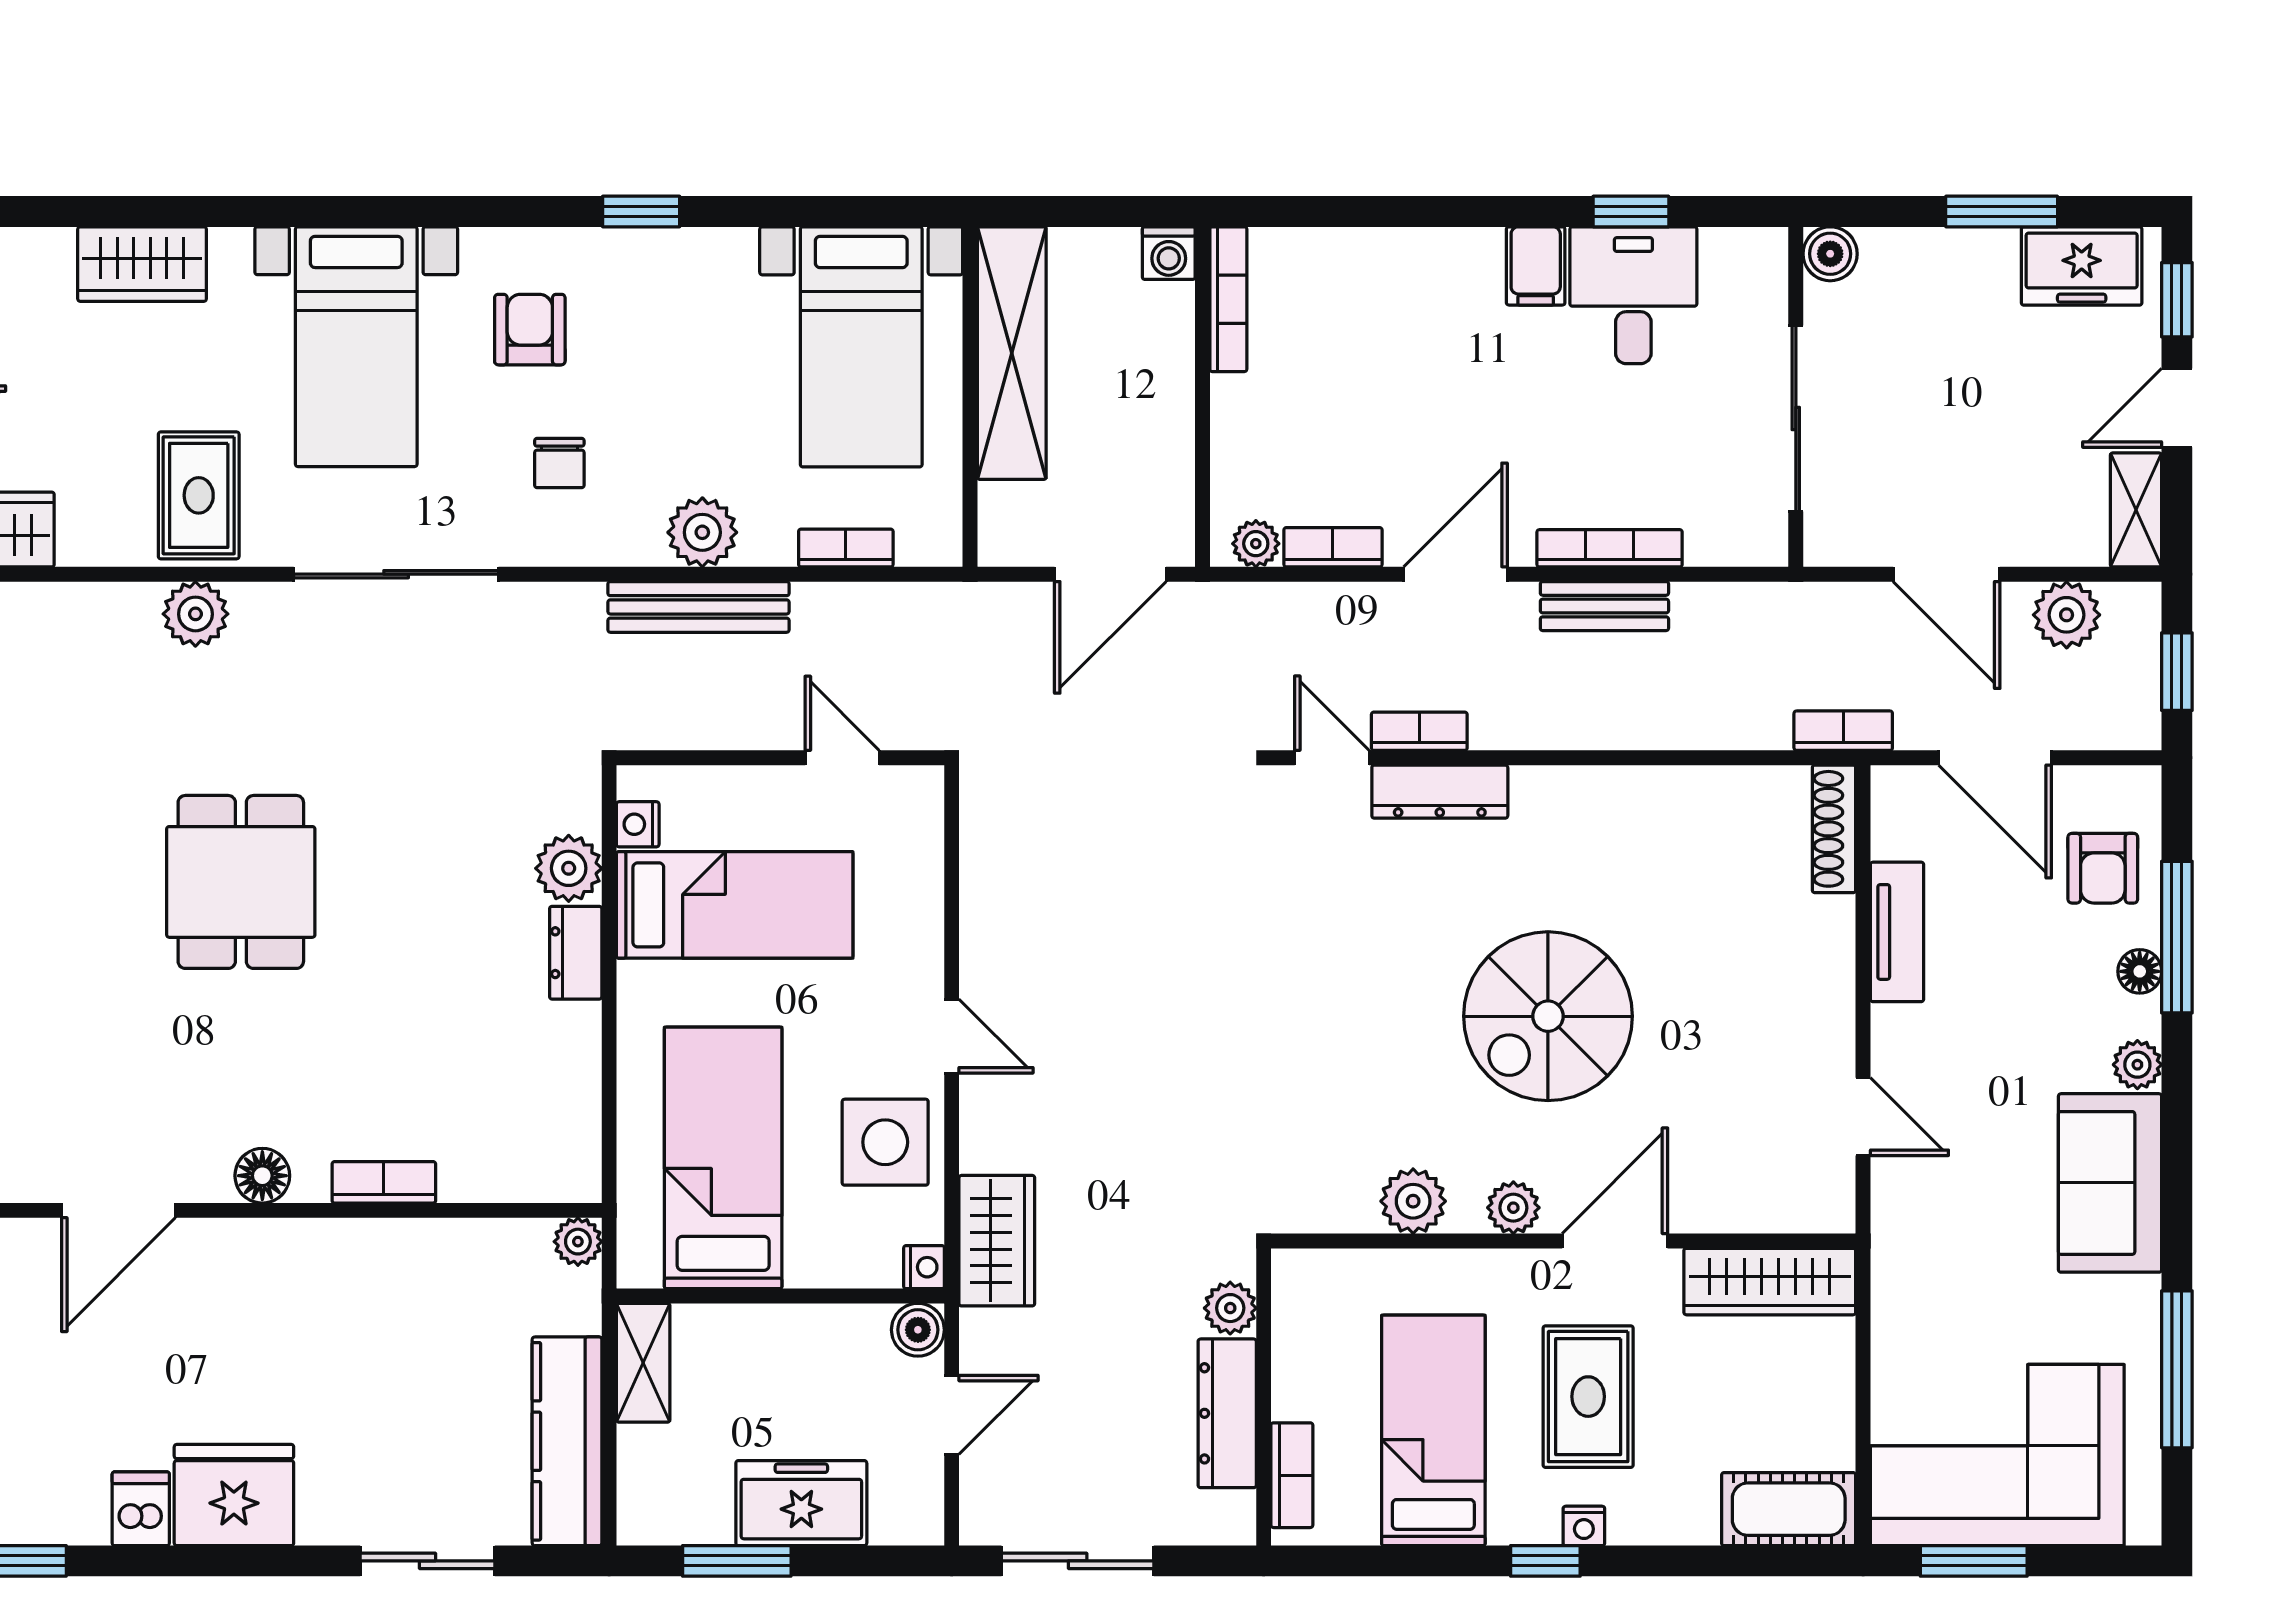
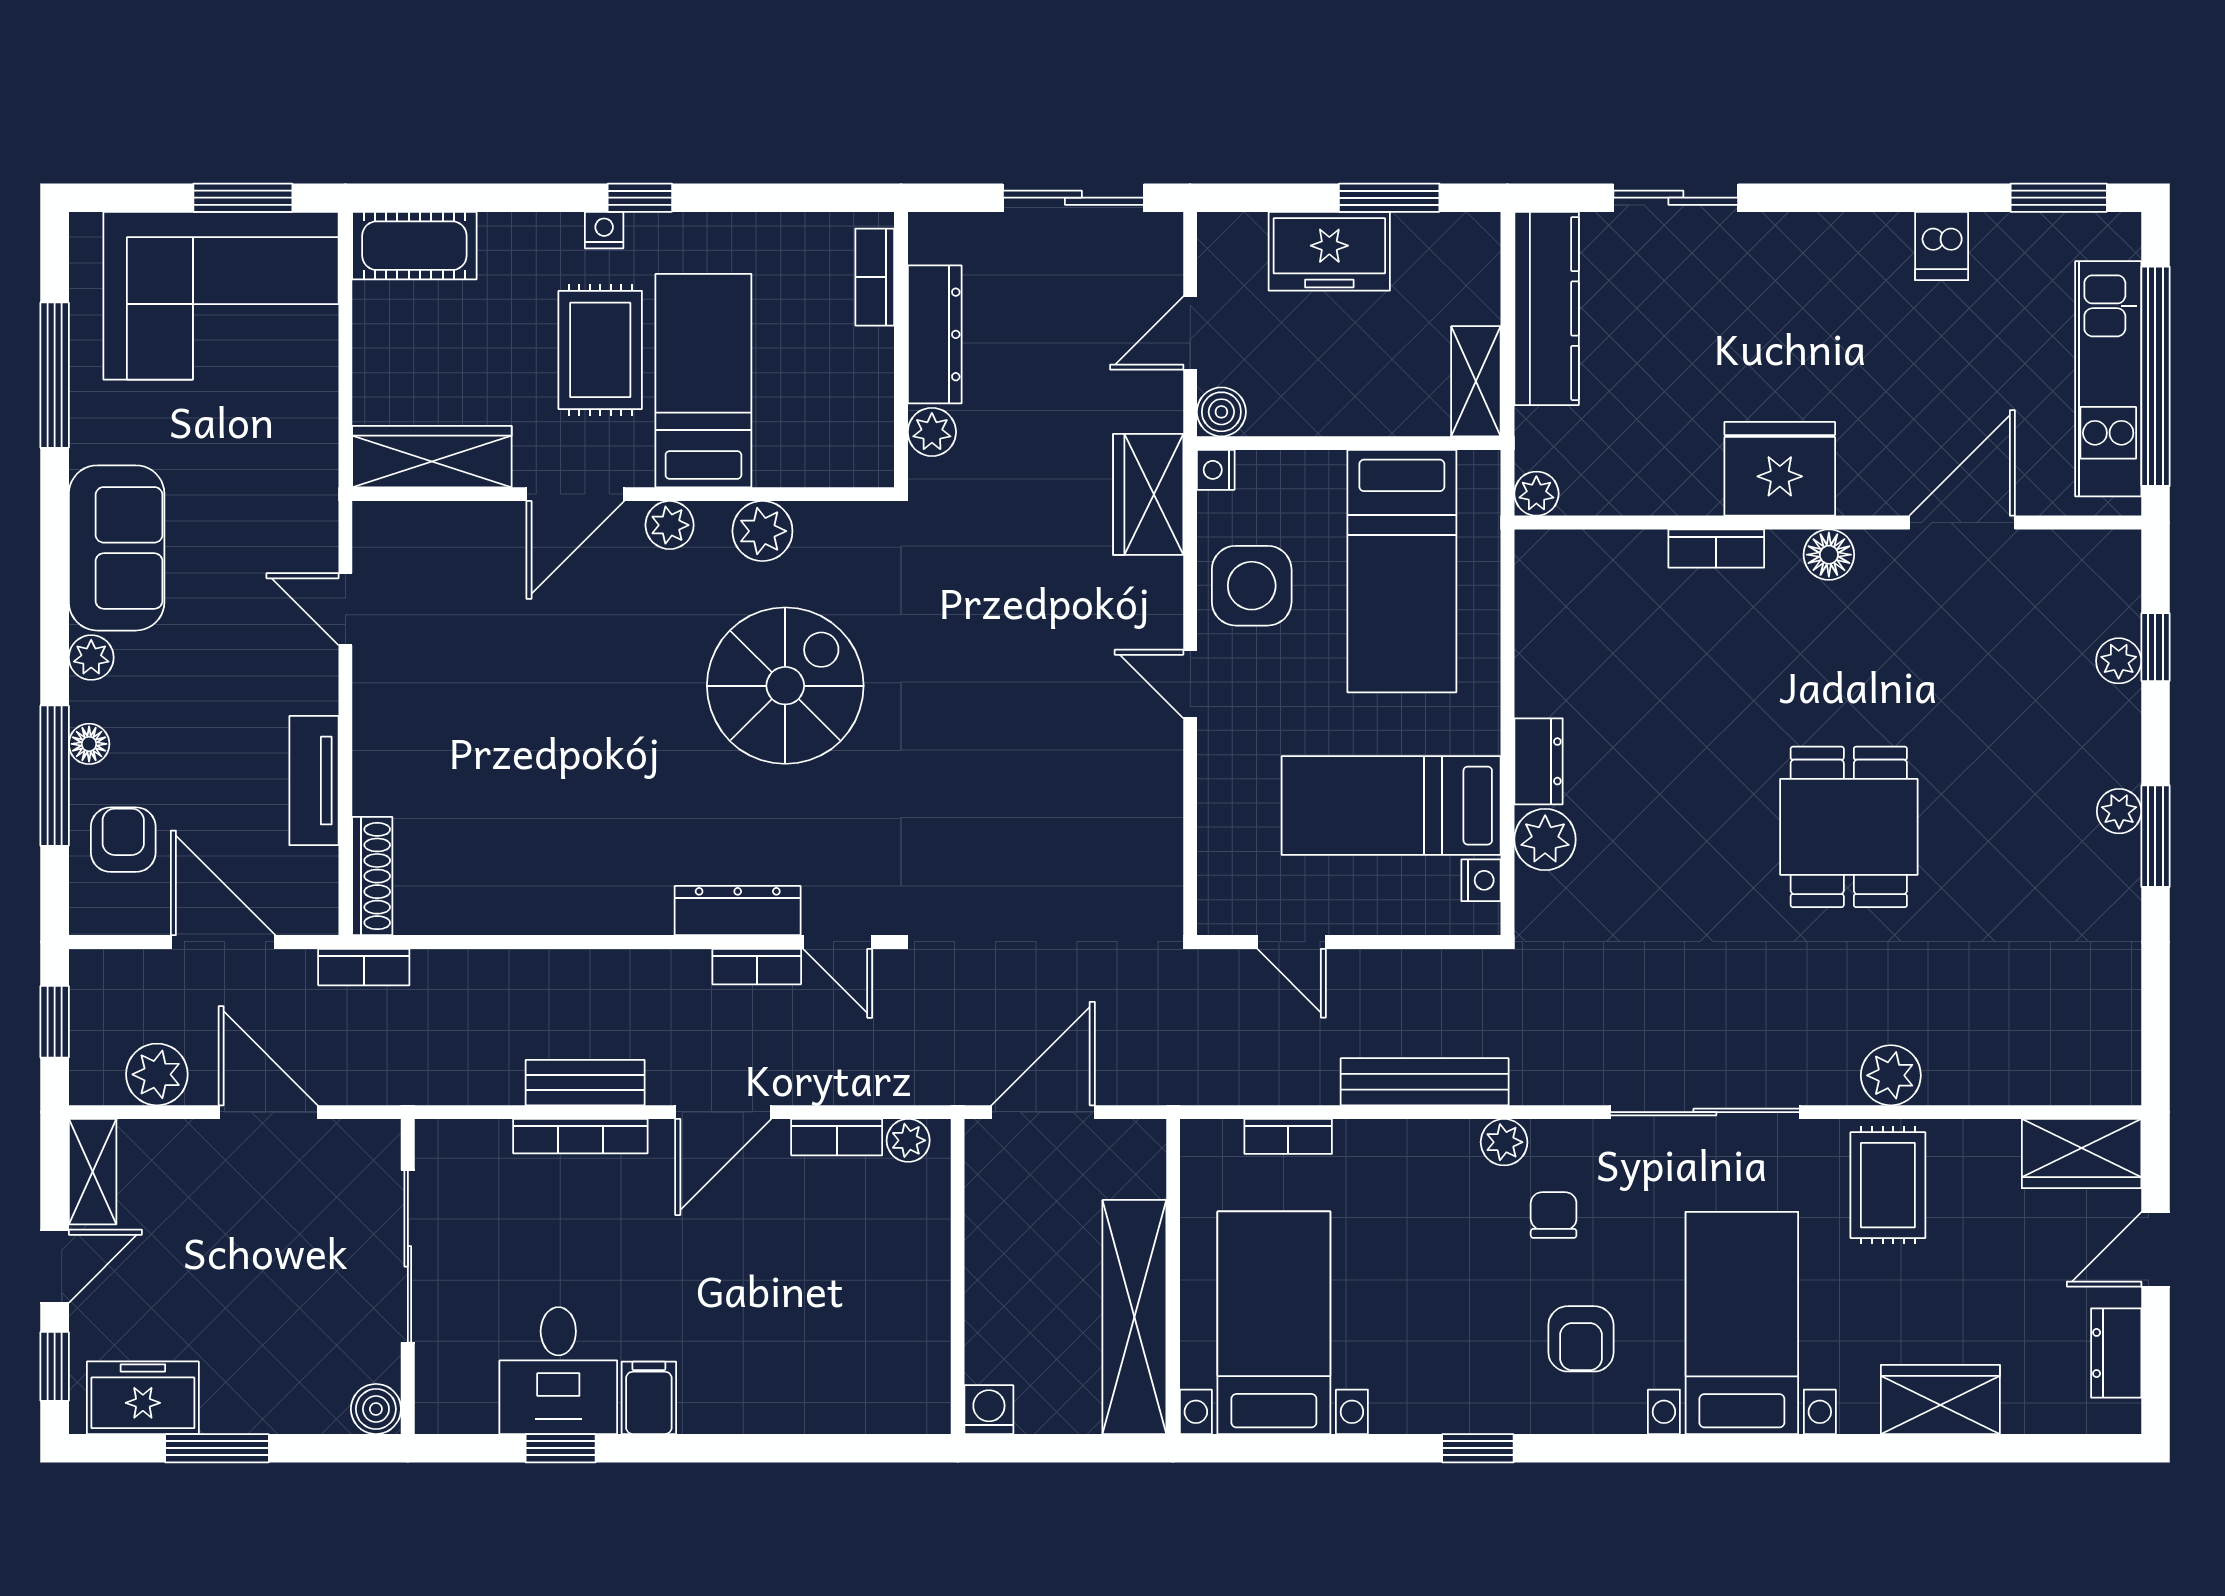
bookcase: (1228, 299) -> (934, 1367), removed
plant: (702, 532) -> (1504, 1142), moved, width x0.73, depth x0.73
spiral stairs: (1548, 1016) -> (785, 686), moved
bed: (1433, 1430) -> (703, 381), moved, turned 180
fridge: (234, 1495) -> (1780, 469), moved, turned 180

